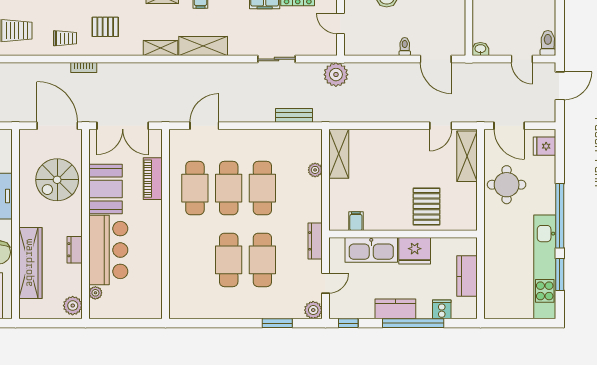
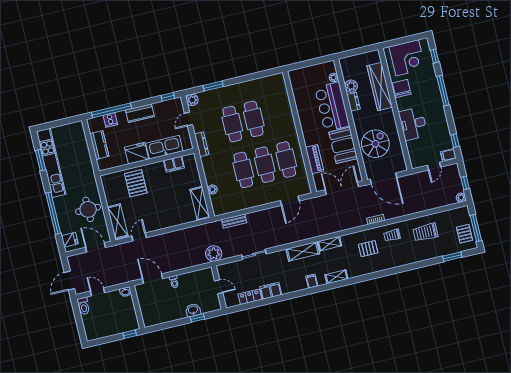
window: (560, 216) -> (53, 213), moved
filing cabinet: (356, 221) -> (174, 164), width x2.00
plant: (73, 306) -> (351, 86), moved
window: (413, 323) -> (112, 110), moved

